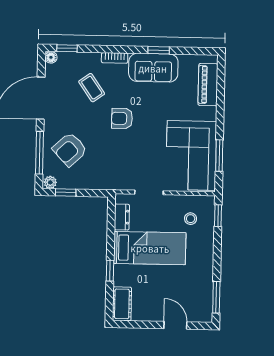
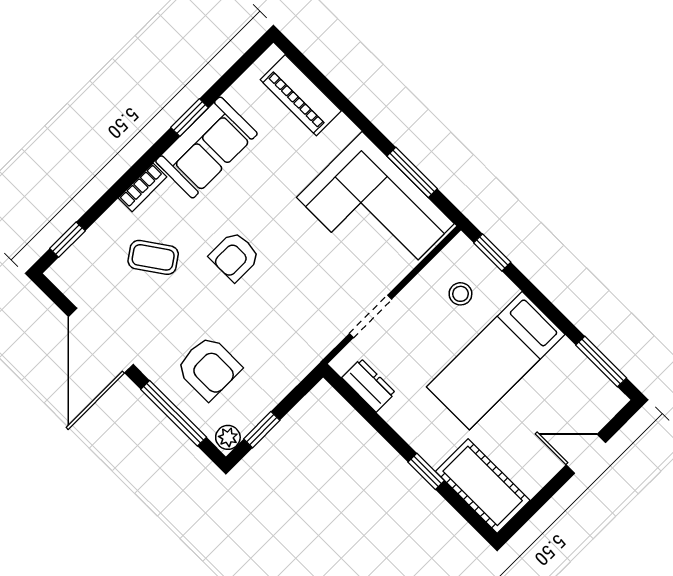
floor lamp: (51, 57) -> (59, 273), removed
armchair: (70, 149) -> (209, 368), turned -47
bed: (150, 248) -> (496, 361), moved, turned 180
cot: (122, 304) -> (483, 486), width x1.37, depth x1.34

